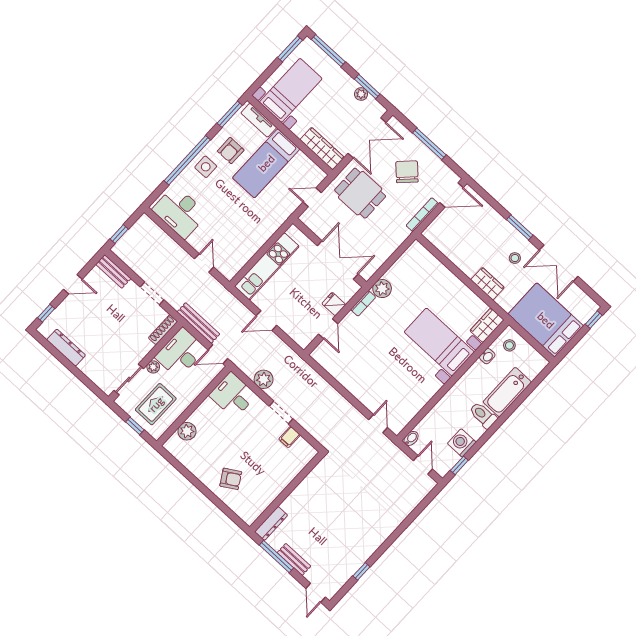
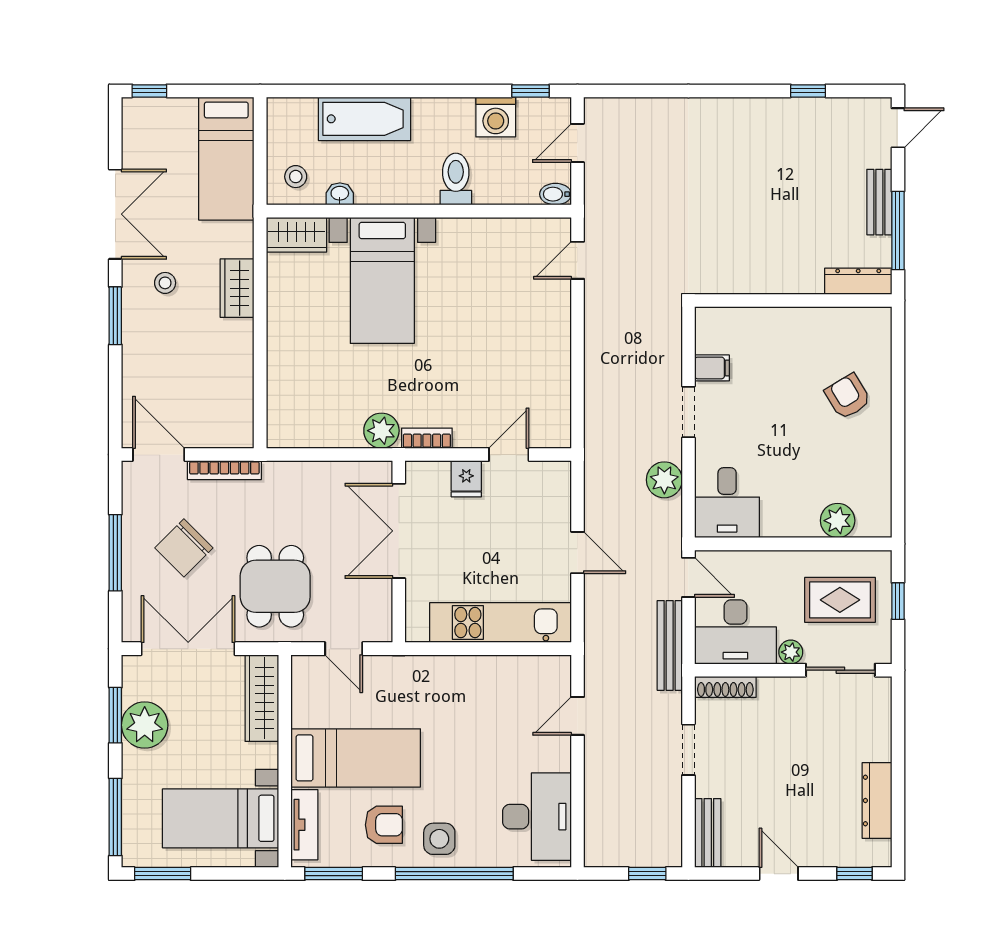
plant: (361, 94) -> (145, 725), width x1.87, depth x1.87
bed: (546, 320) -> (226, 159), width x0.67
toilet: (483, 415) -> (456, 179), moved, turned 180

